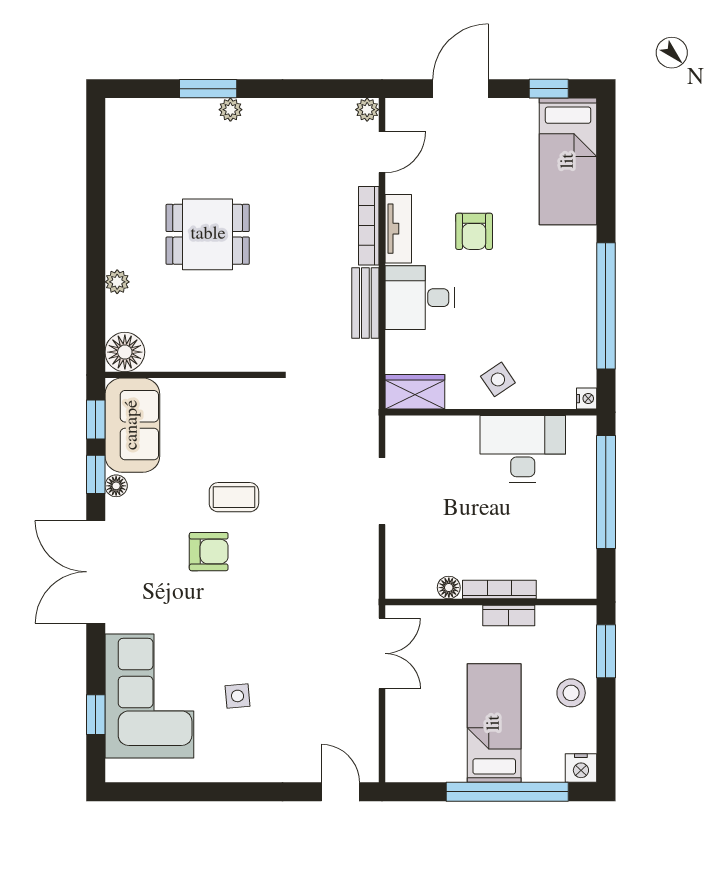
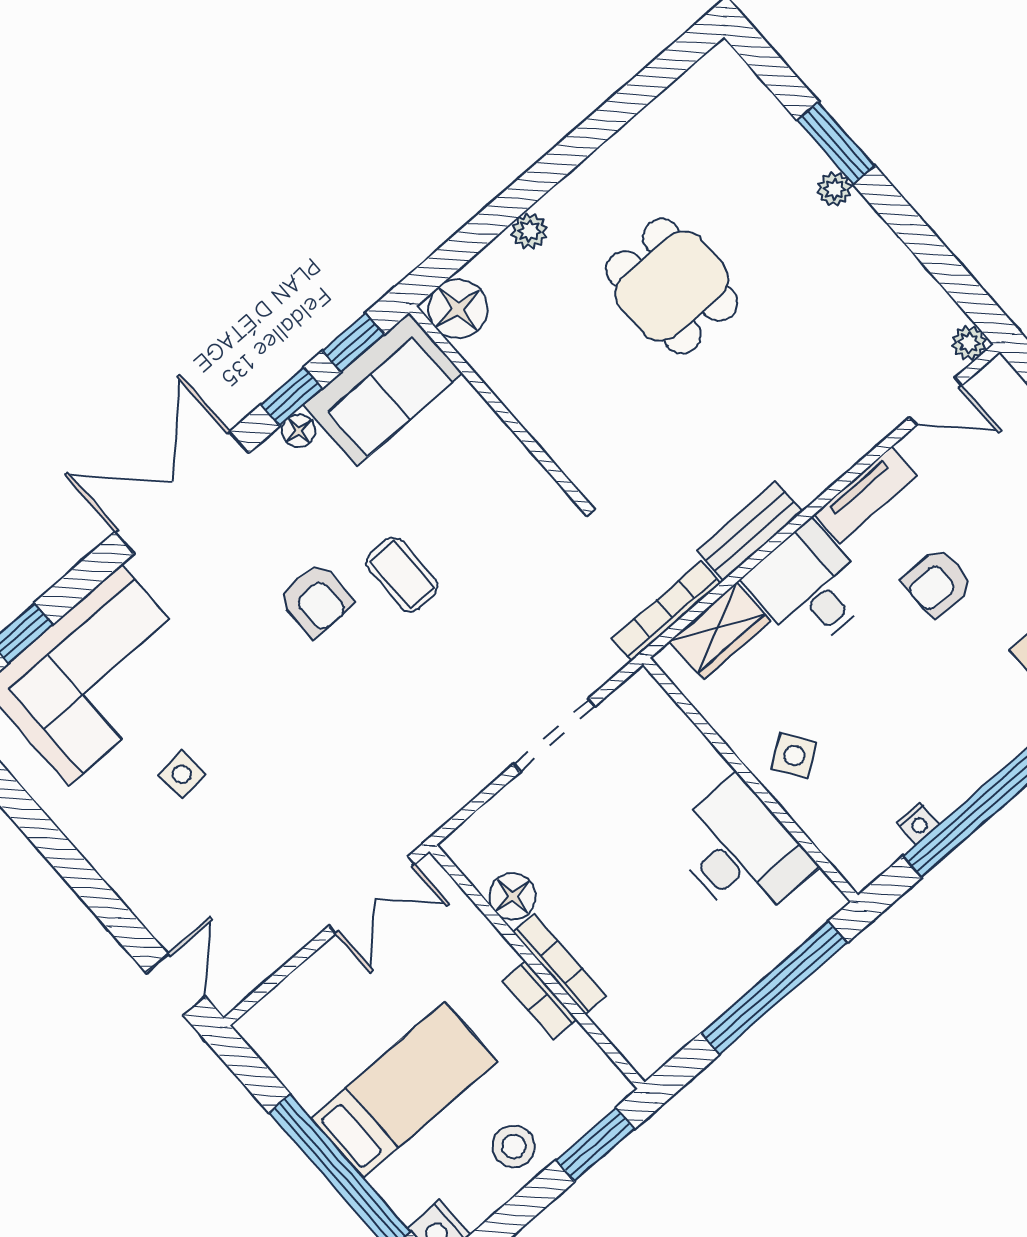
bookcase: (369, 226) -> (666, 611), moved
wardrobe: (415, 392) -> (720, 631), moved, turned 90
nightstand: (587, 399) -> (918, 823), moved
floor lamp: (449, 588) -> (512, 896), width x1.37, depth x1.37

